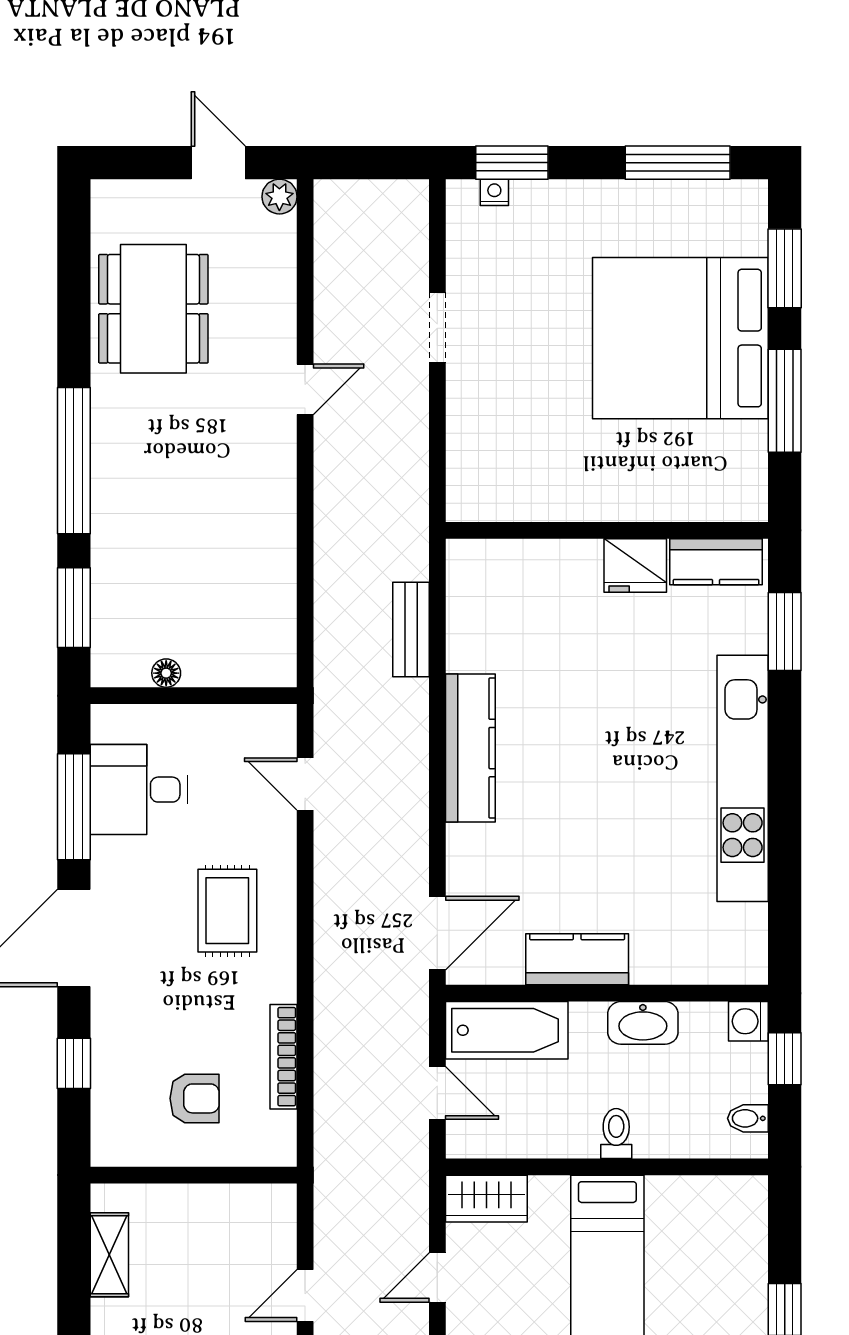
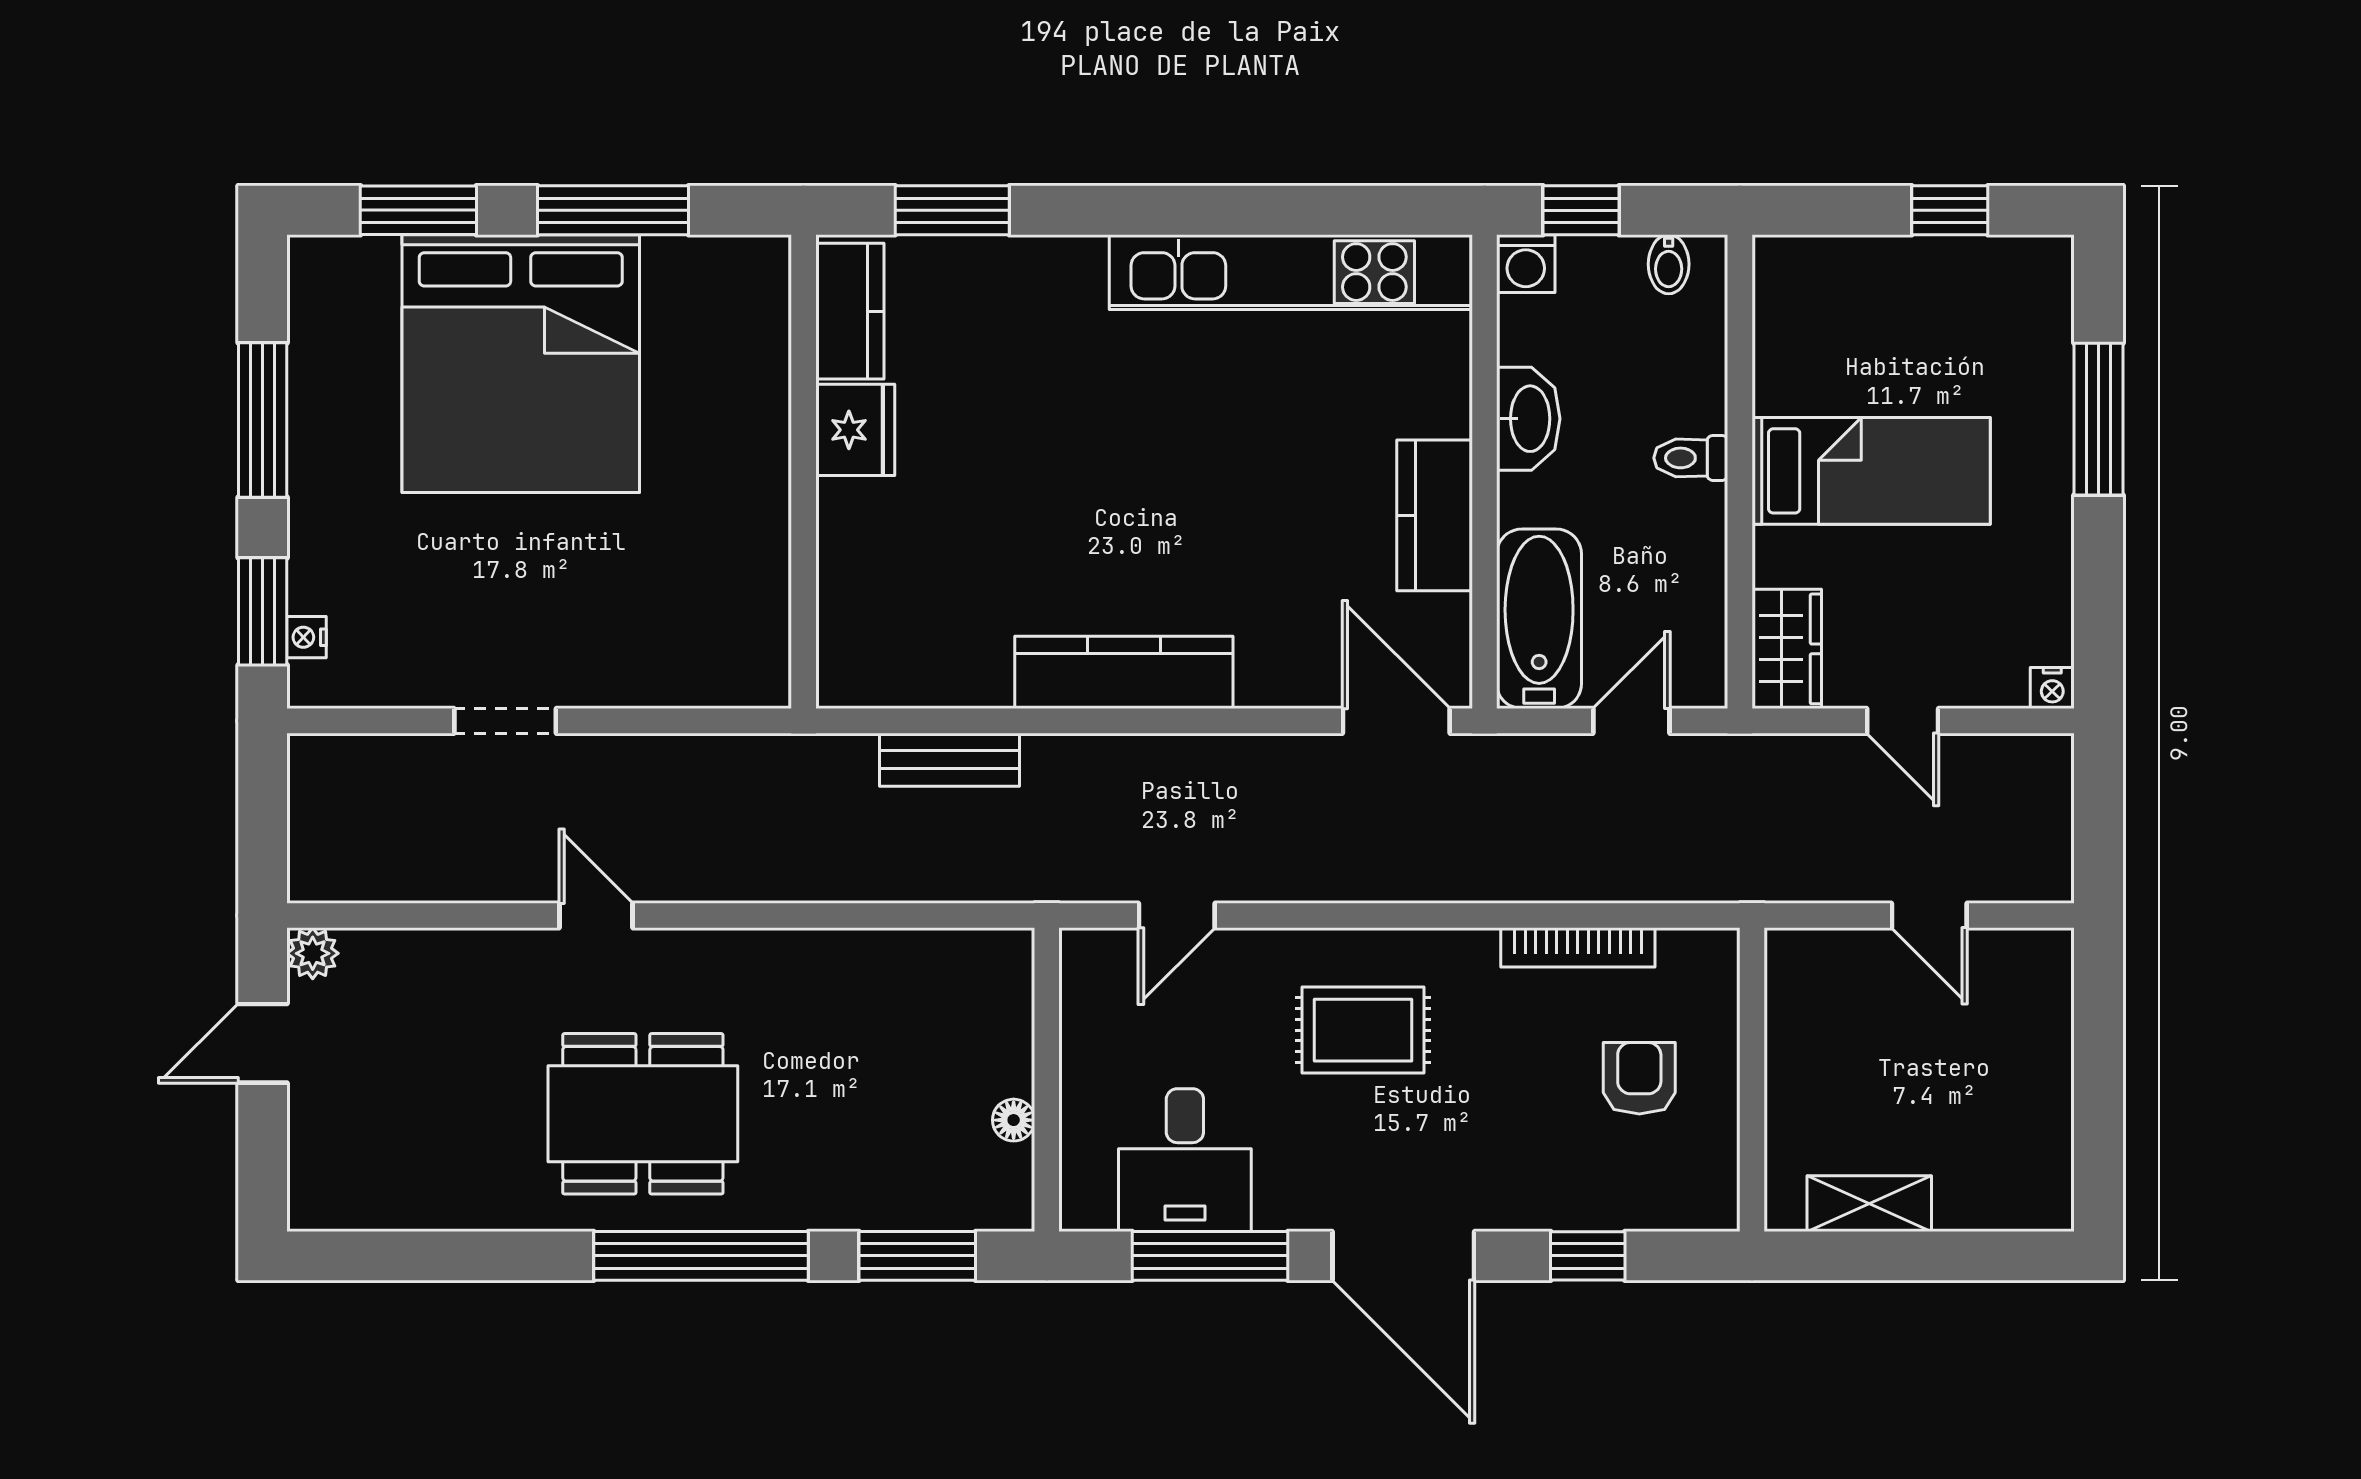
window: (678, 163) -> (263, 420), moved
dining table: (153, 309) -> (643, 1114), moved
kitchen unit: (743, 778) -> (1291, 272), moved

